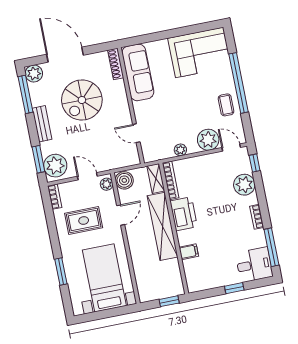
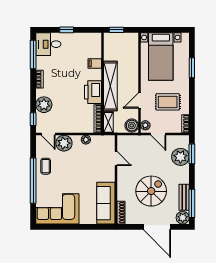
bench: (42, 124) -> (184, 197), moved
plant: (55, 166) -> (180, 157), moved

